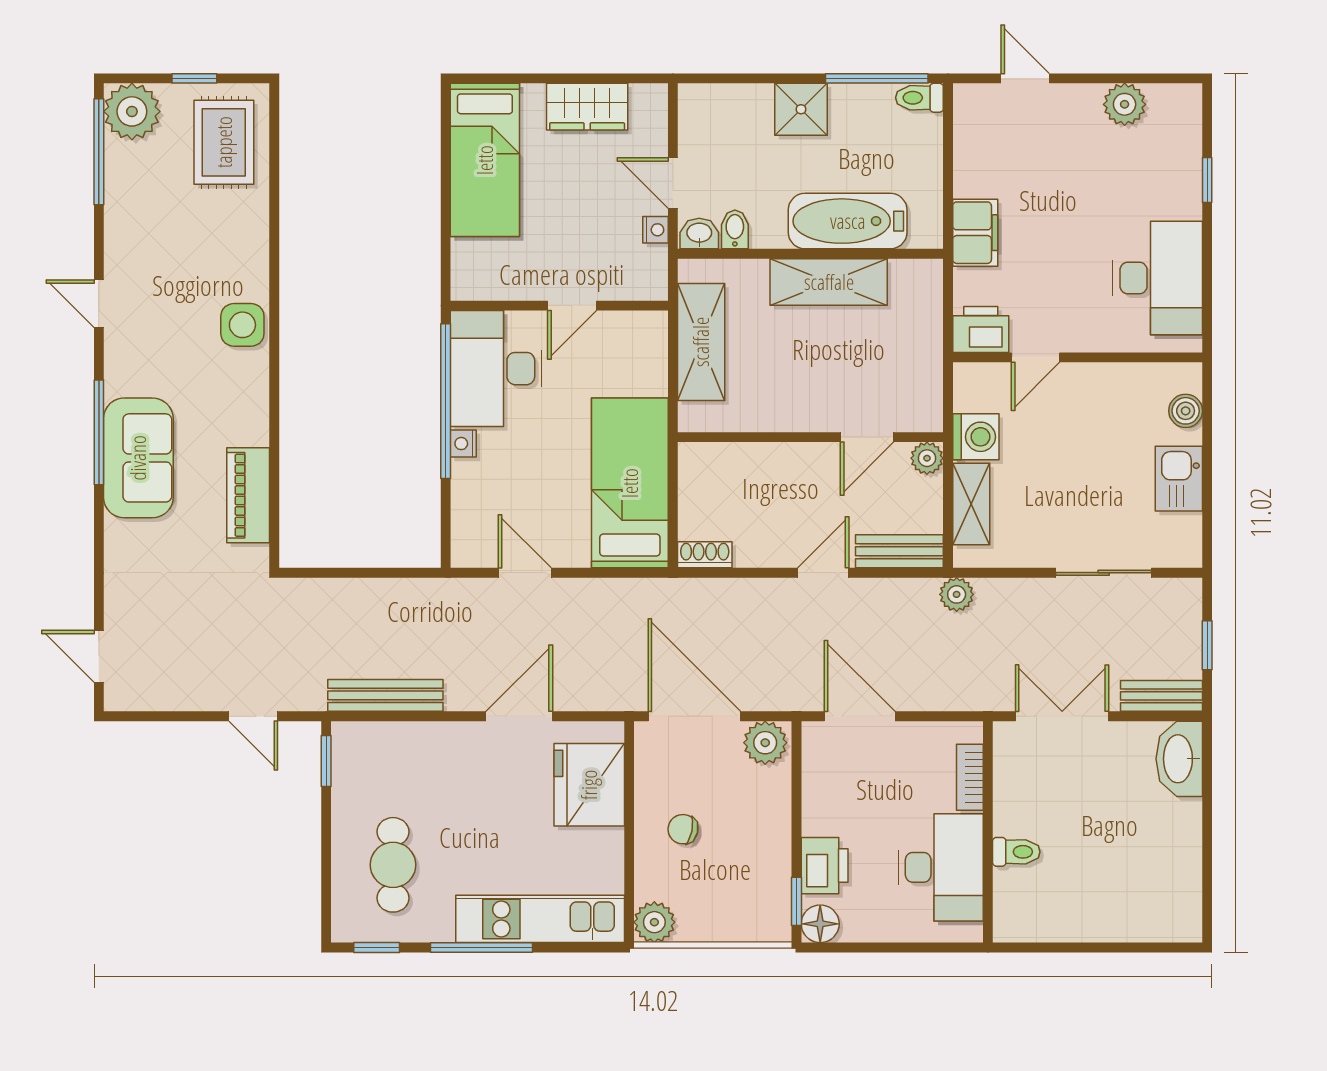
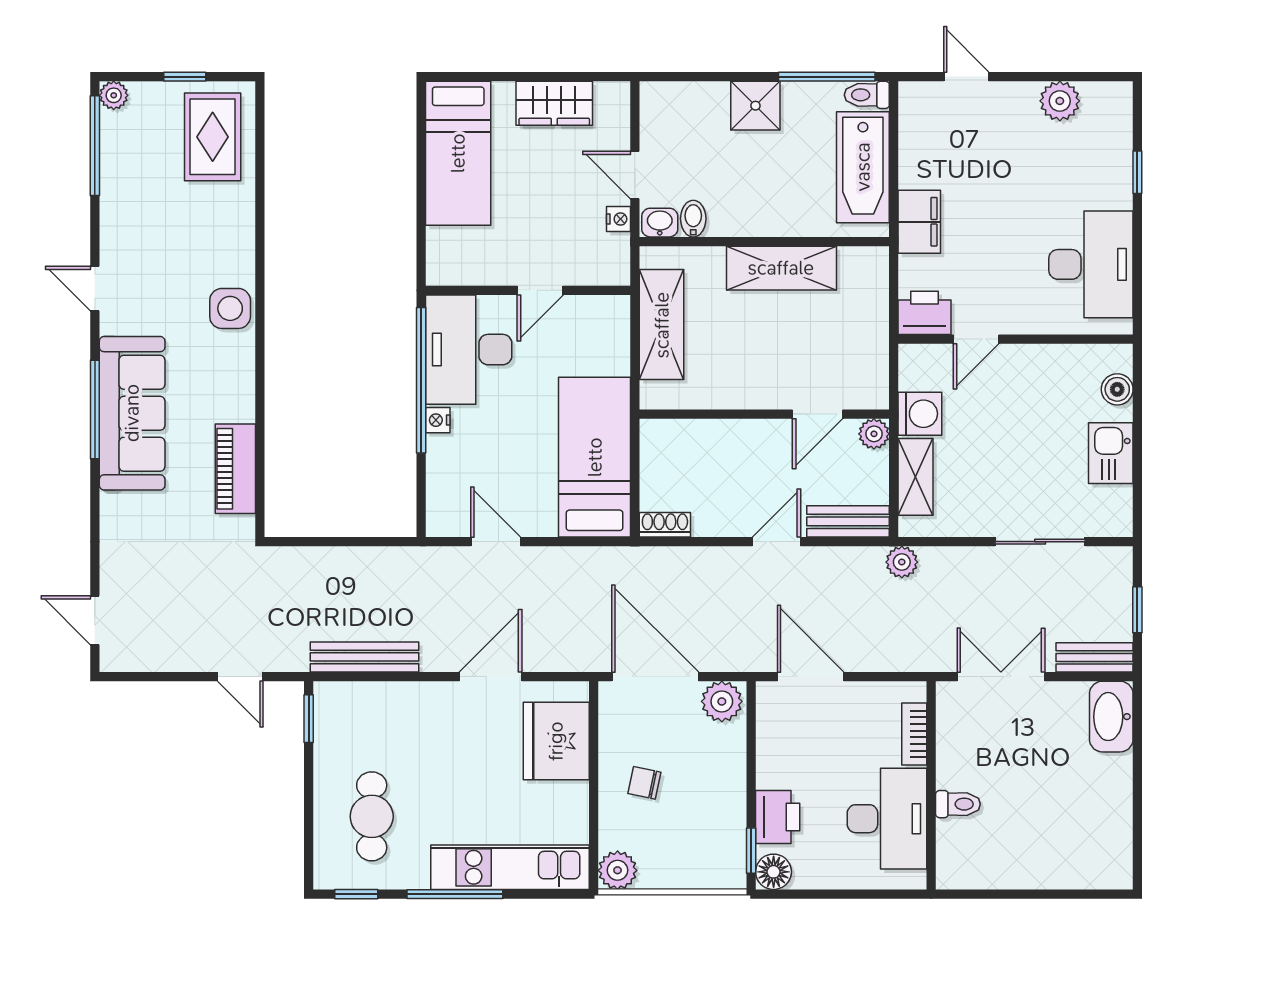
plant: (132, 111) -> (114, 95), width x0.53, depth x0.53
bathtub: (848, 221) -> (863, 167), moved, turned -90
sofa: (138, 458) -> (132, 413), width x1.36

